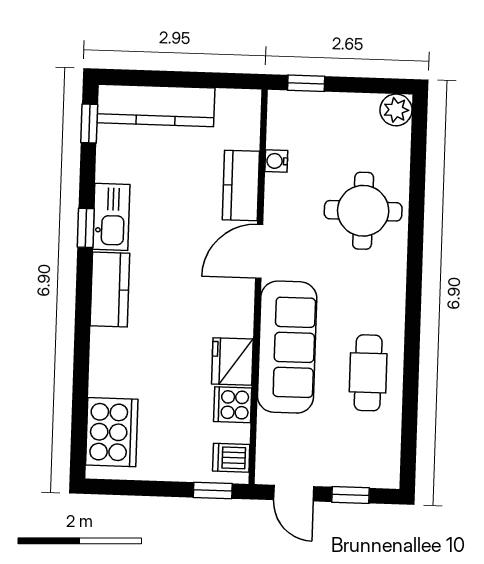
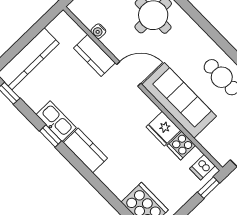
door: (259, 251) -> (129, 74), swing flipped

